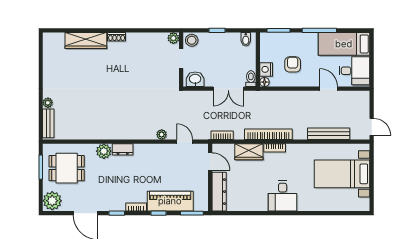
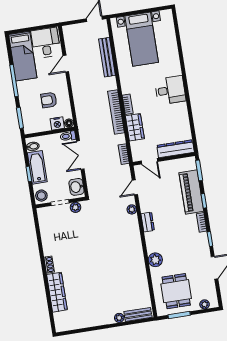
plant: (173, 38) -> (76, 207), moved
bathtub: (223, 41) -> (37, 167), added
double door: (228, 89) -> (80, 155), swing flipped
dresser: (123, 149) -> (148, 222), moved
door: (210, 162) -> (149, 161), swing flipped
plant: (52, 201) -> (205, 304), width x0.53, depth x0.53

